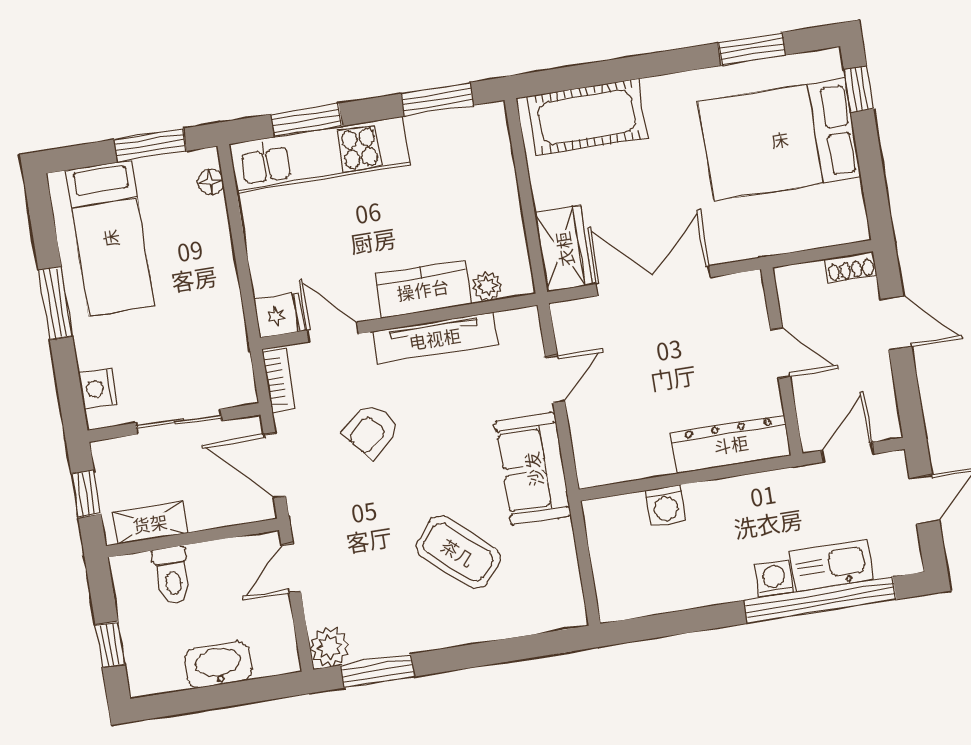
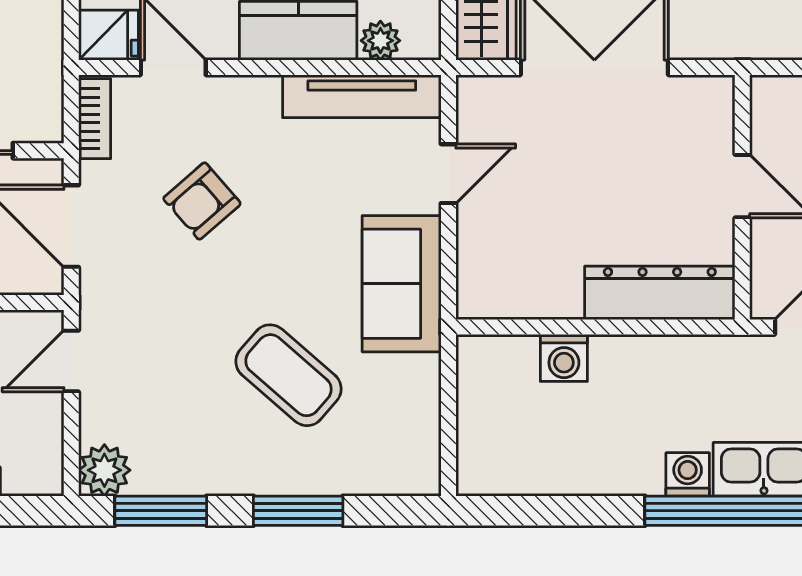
tv unit: (435, 338) -> (362, 96), moved
window: (482, 654) -> (298, 511), added

